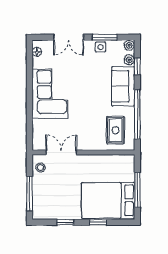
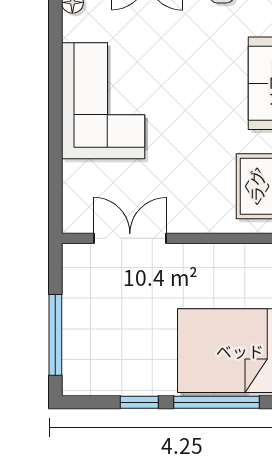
stool: (40, 167) -> (81, 274), removed
window: (98, 222) -> (216, 402), width x2.17

